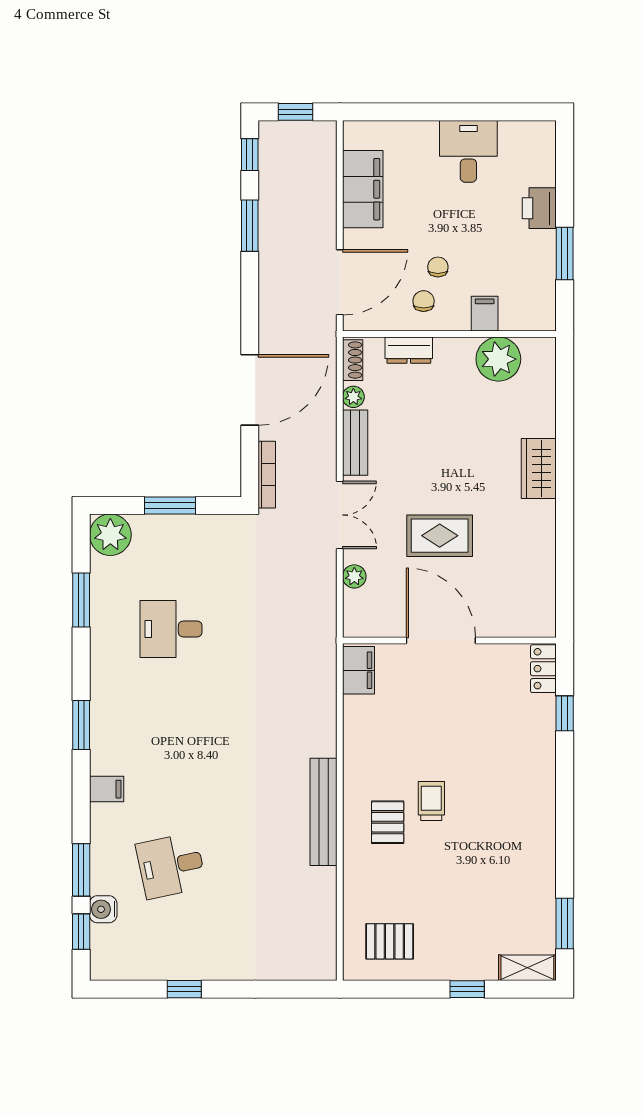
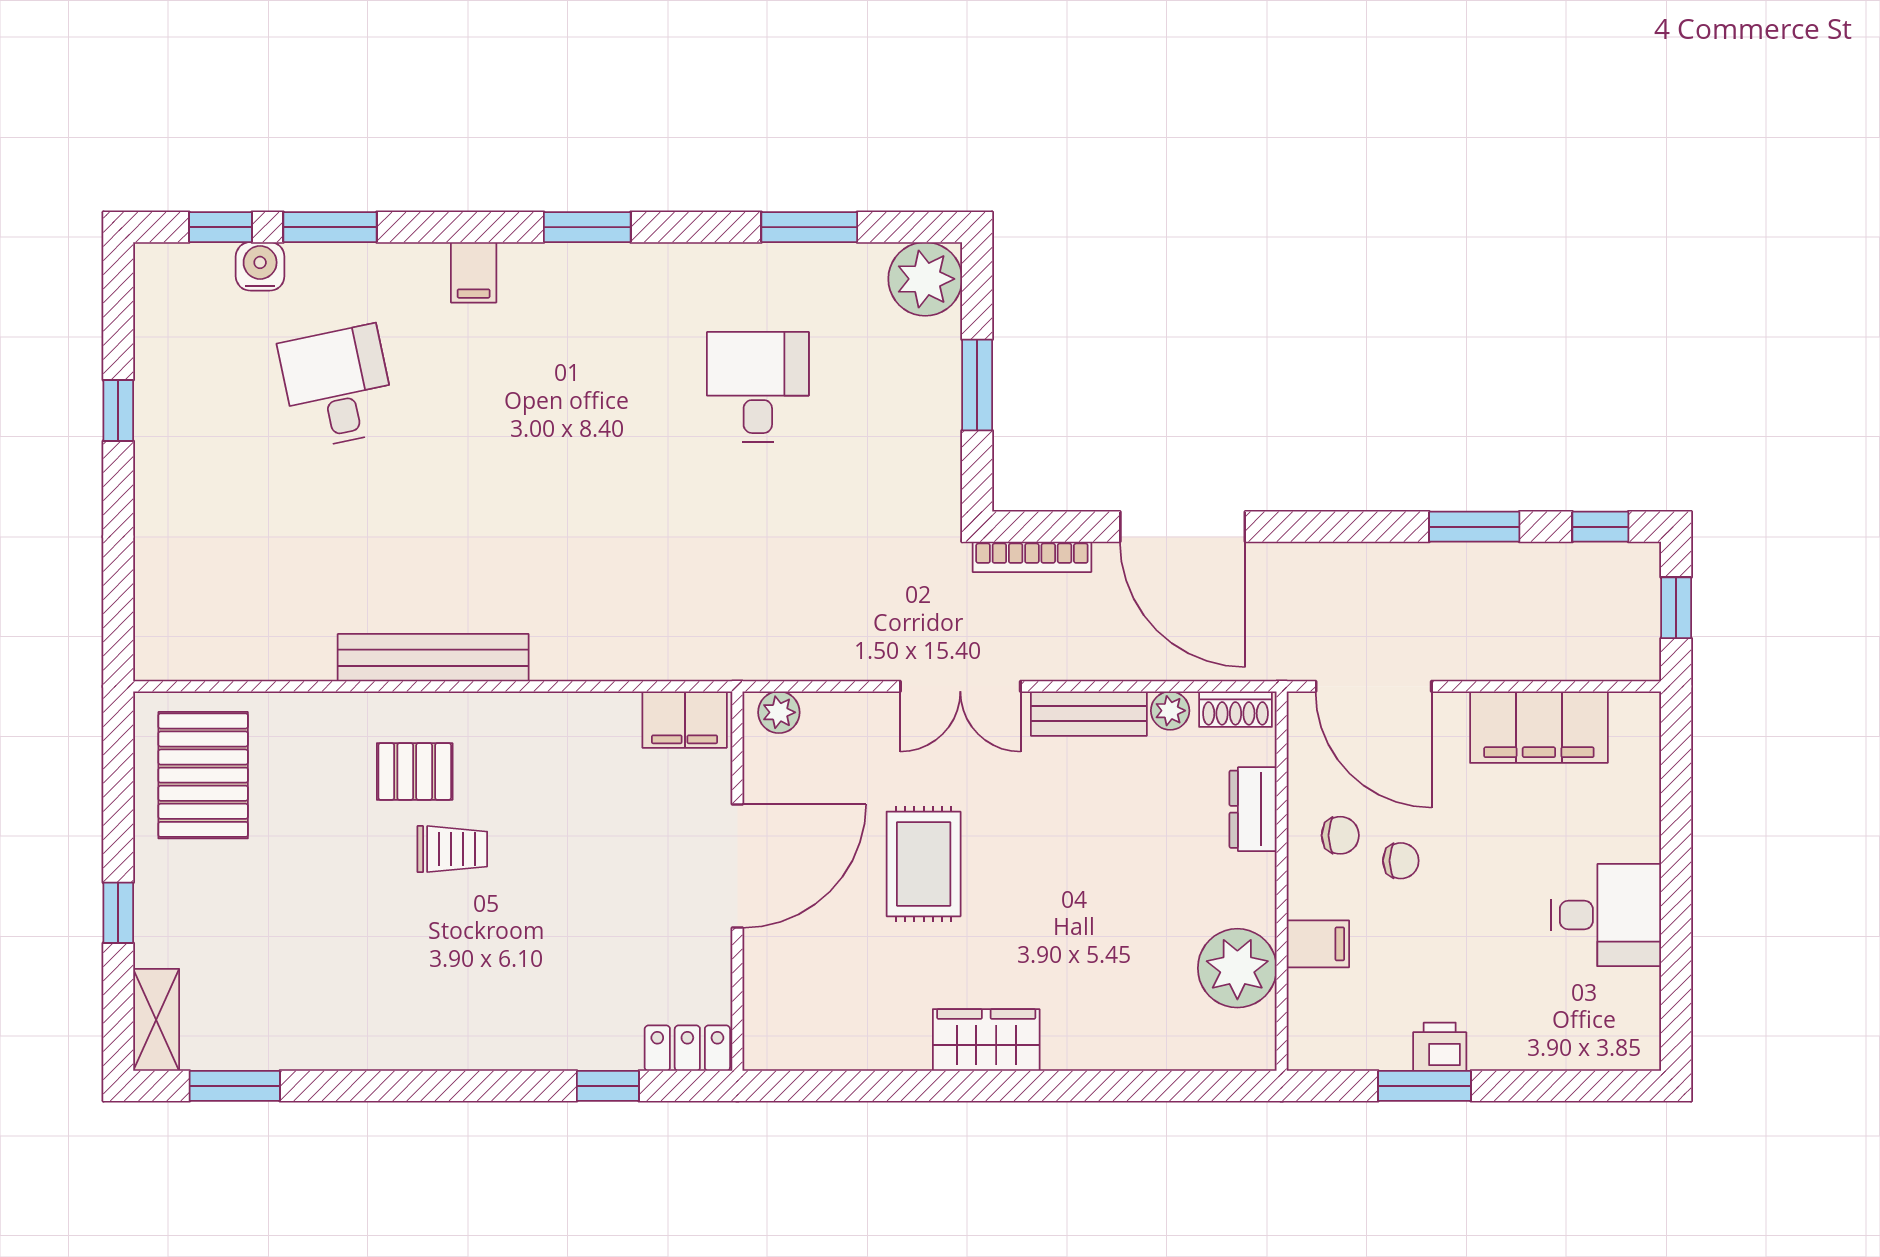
printer: (539, 208) -> (1440, 1047), moved, width x0.73, depth x0.81
wardrobe: (539, 469) -> (986, 1040), moved
plant: (354, 576) -> (779, 712), moved
pallet: (390, 941) -> (203, 775), width x1.50, depth x1.42

